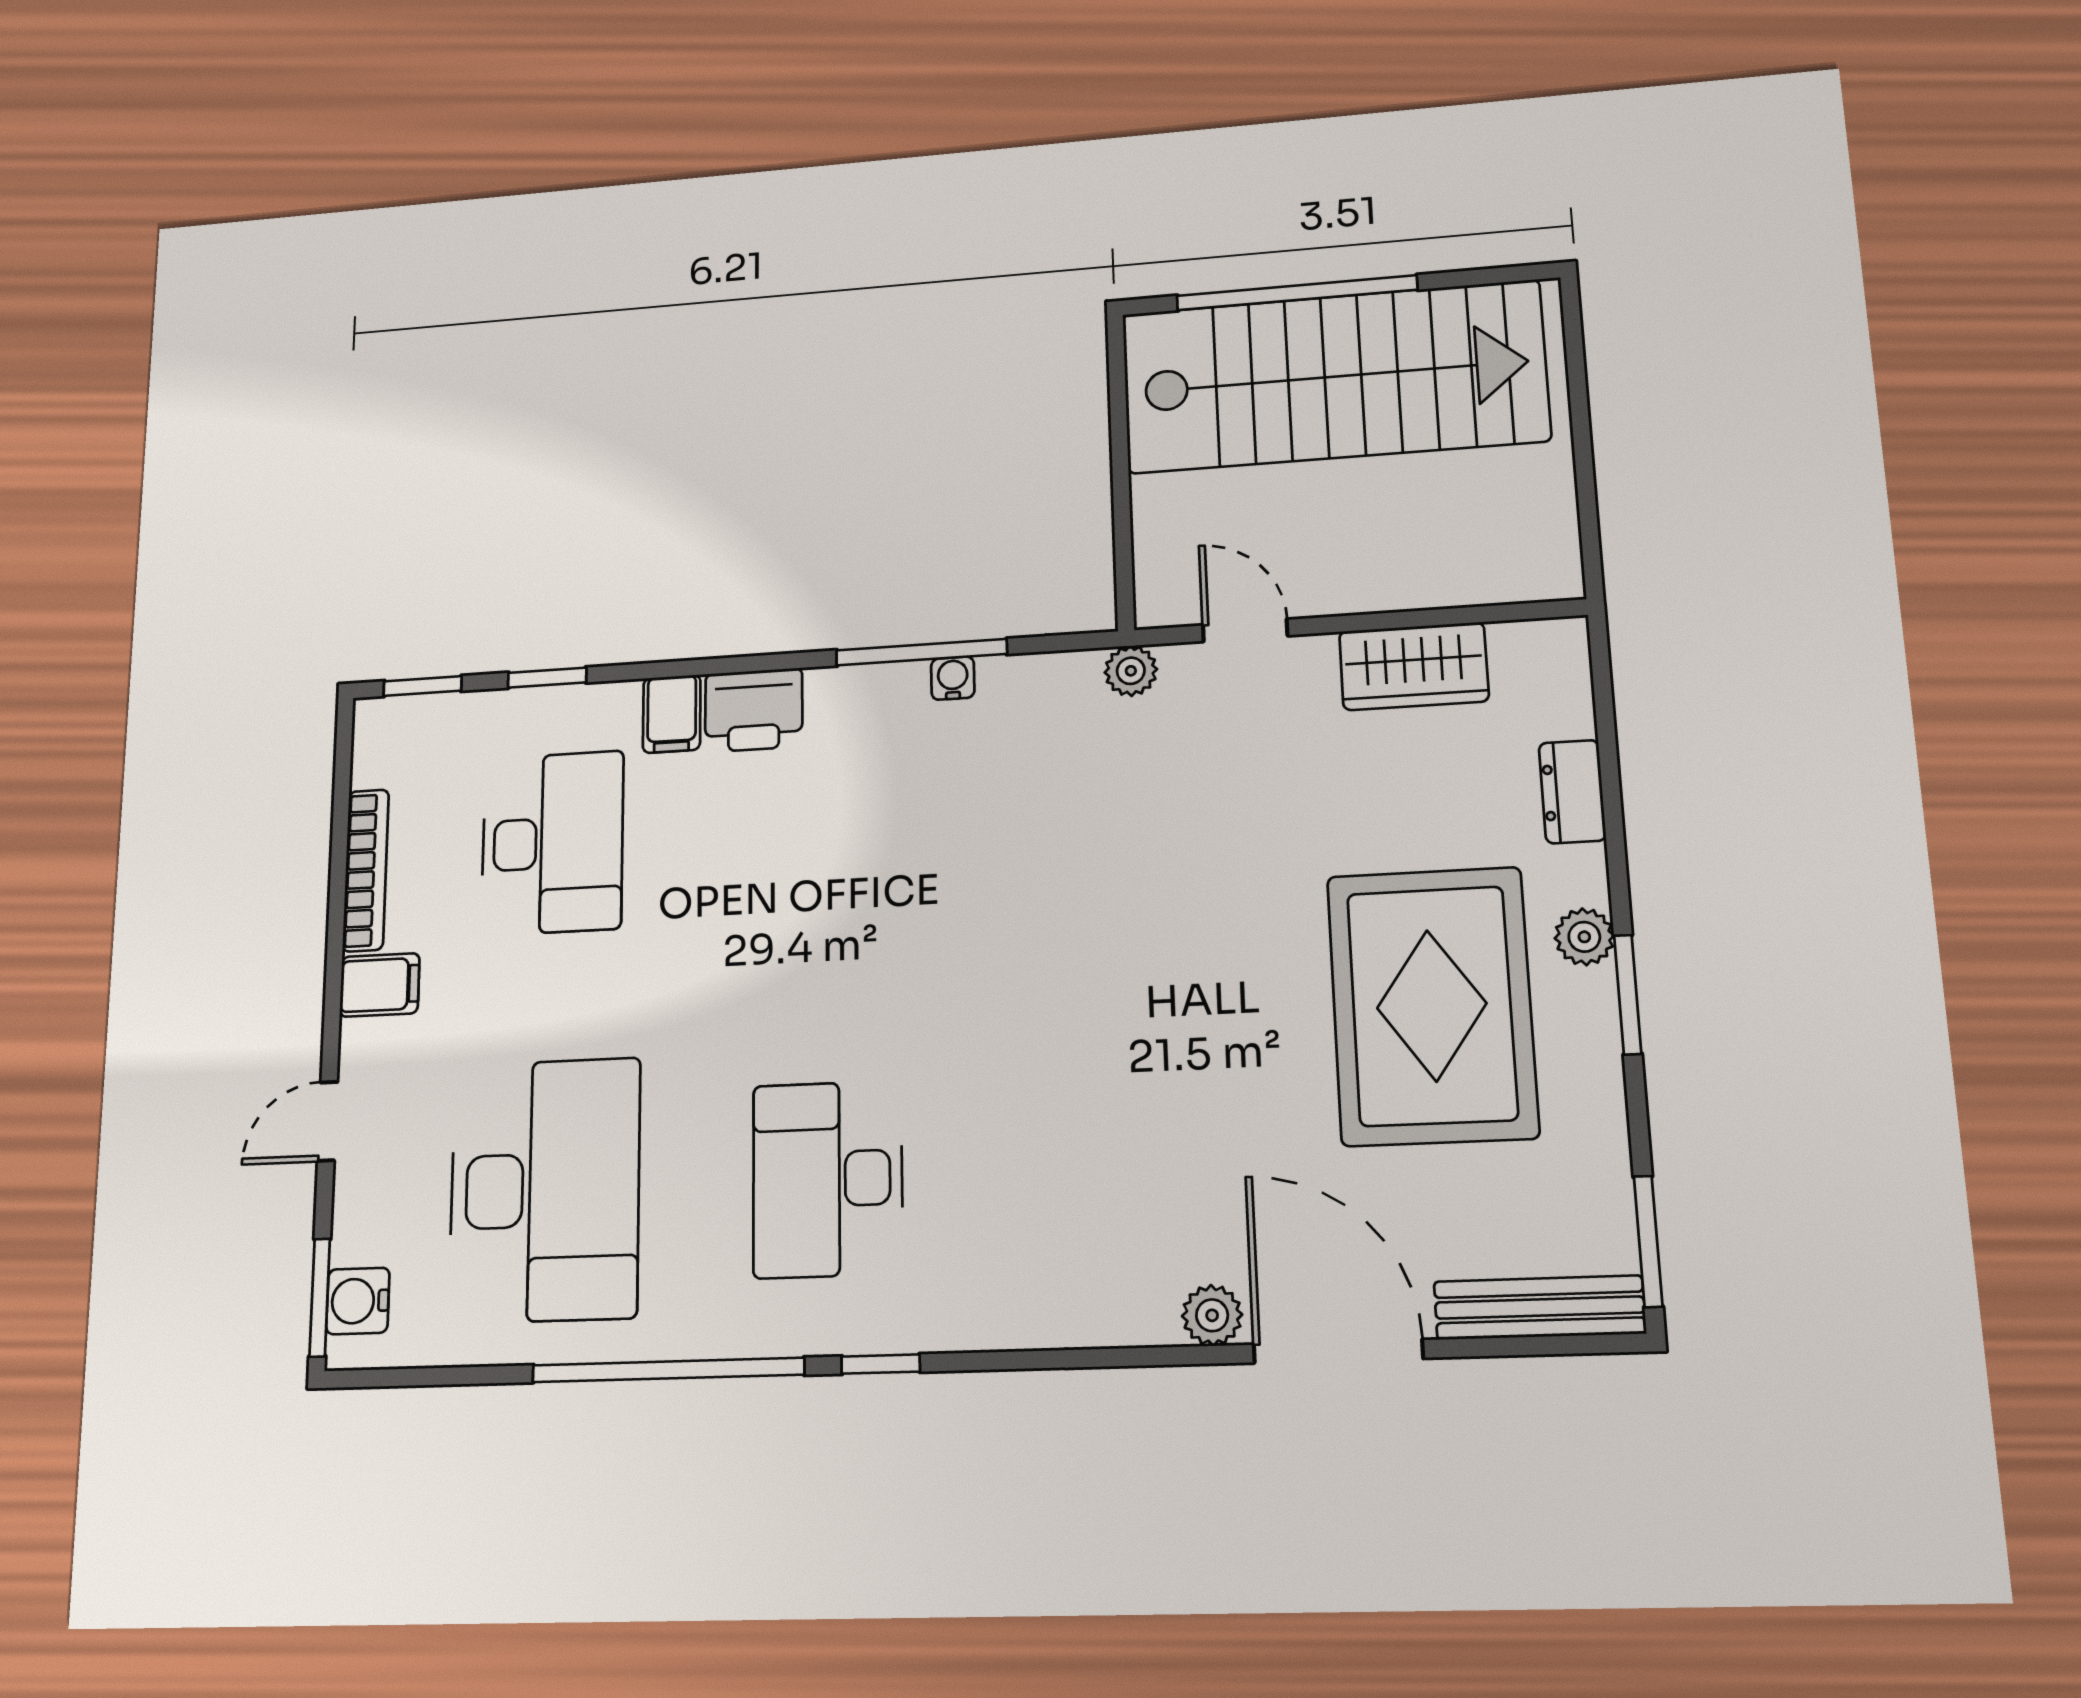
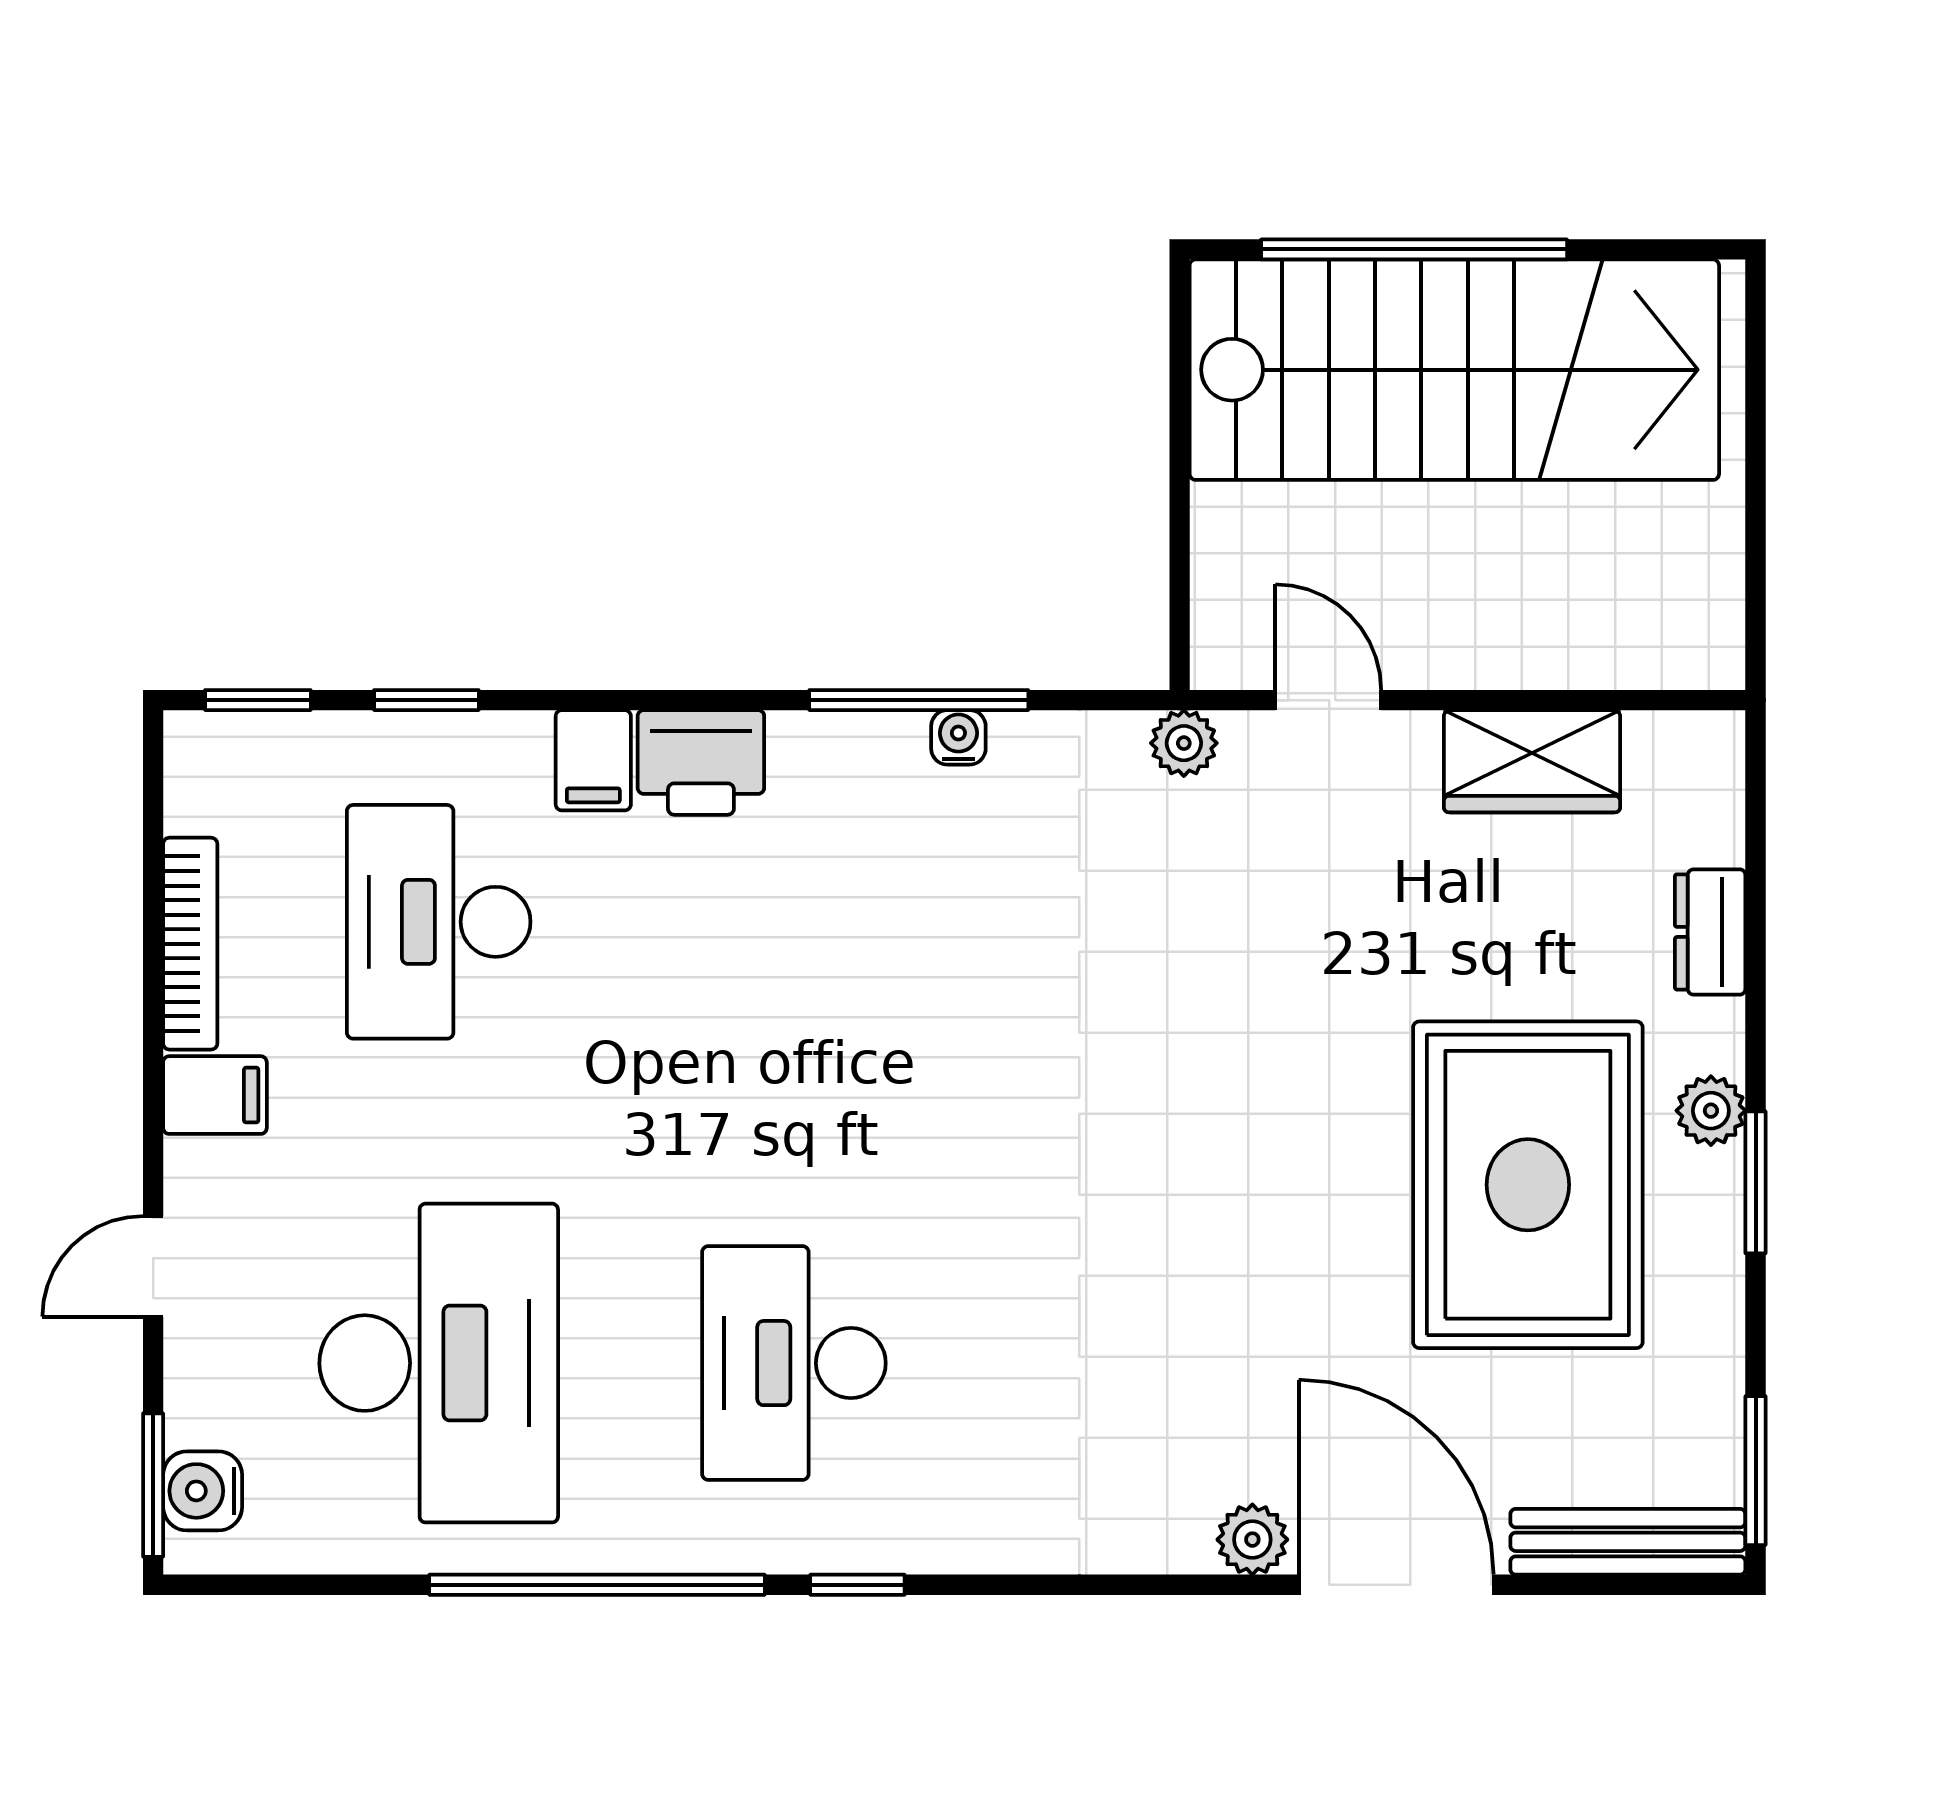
desk: (552, 843) -> (439, 922), turned 180

